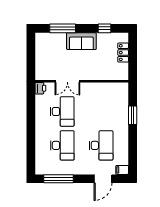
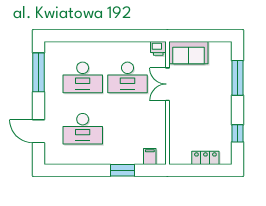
sofa: (81, 41) -> (188, 53), moved, turned -90
filing cabinet: (122, 170) -> (150, 157), moved

